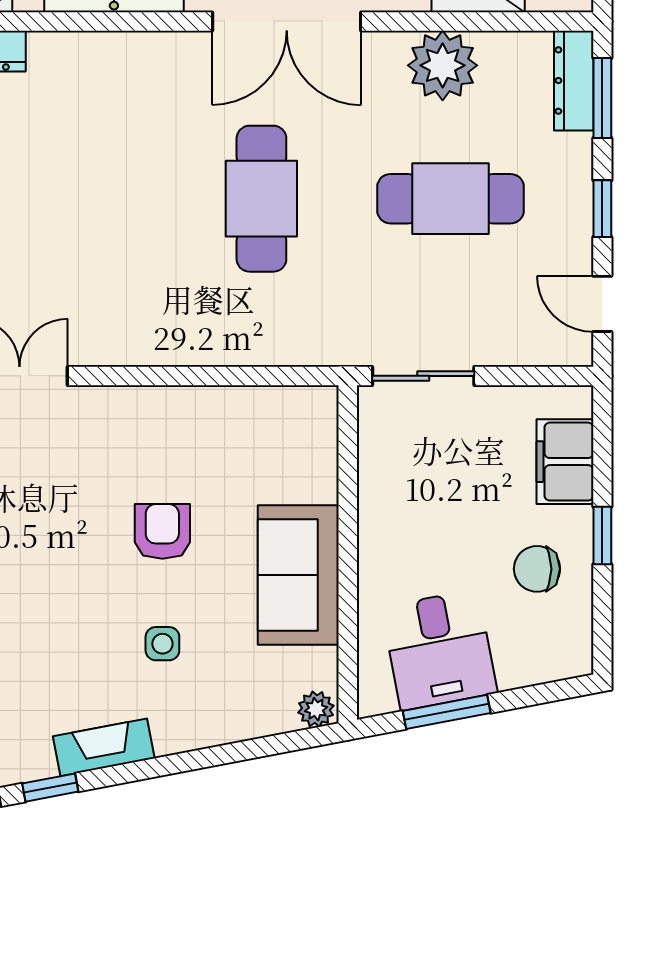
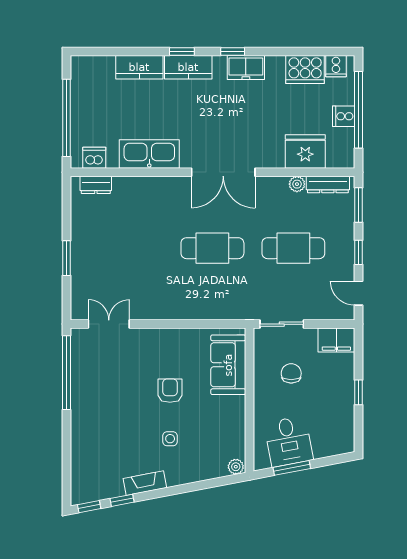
plant: (443, 65) -> (297, 184), width x0.53, depth x0.53
dresser: (574, 81) -> (328, 185), moved, turned -90
cafe table: (261, 199) -> (212, 248), turned 90
filing cabinet: (565, 462) -> (336, 340), moved, turned -90
chair: (537, 569) -> (291, 373), moved, turned 90
sofa: (298, 575) -> (228, 365), moved

